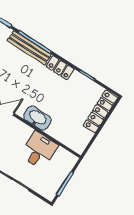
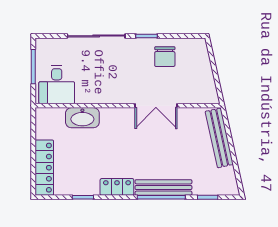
washbasin: (37, 118) -> (82, 118), moved
desk: (39, 150) -> (57, 85), moved

